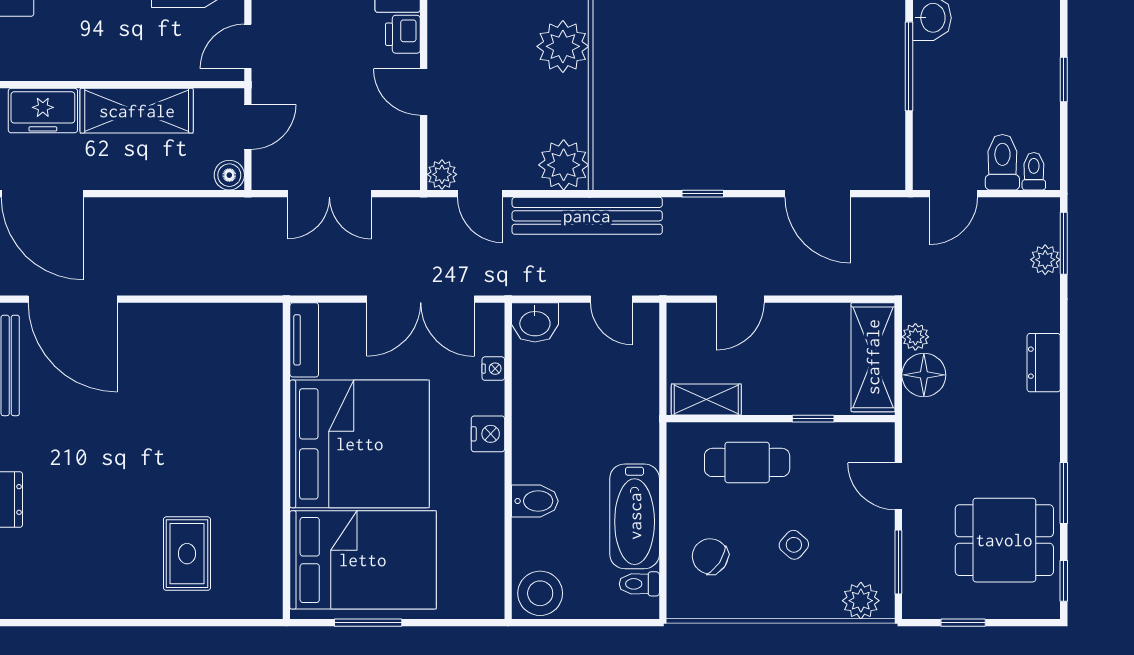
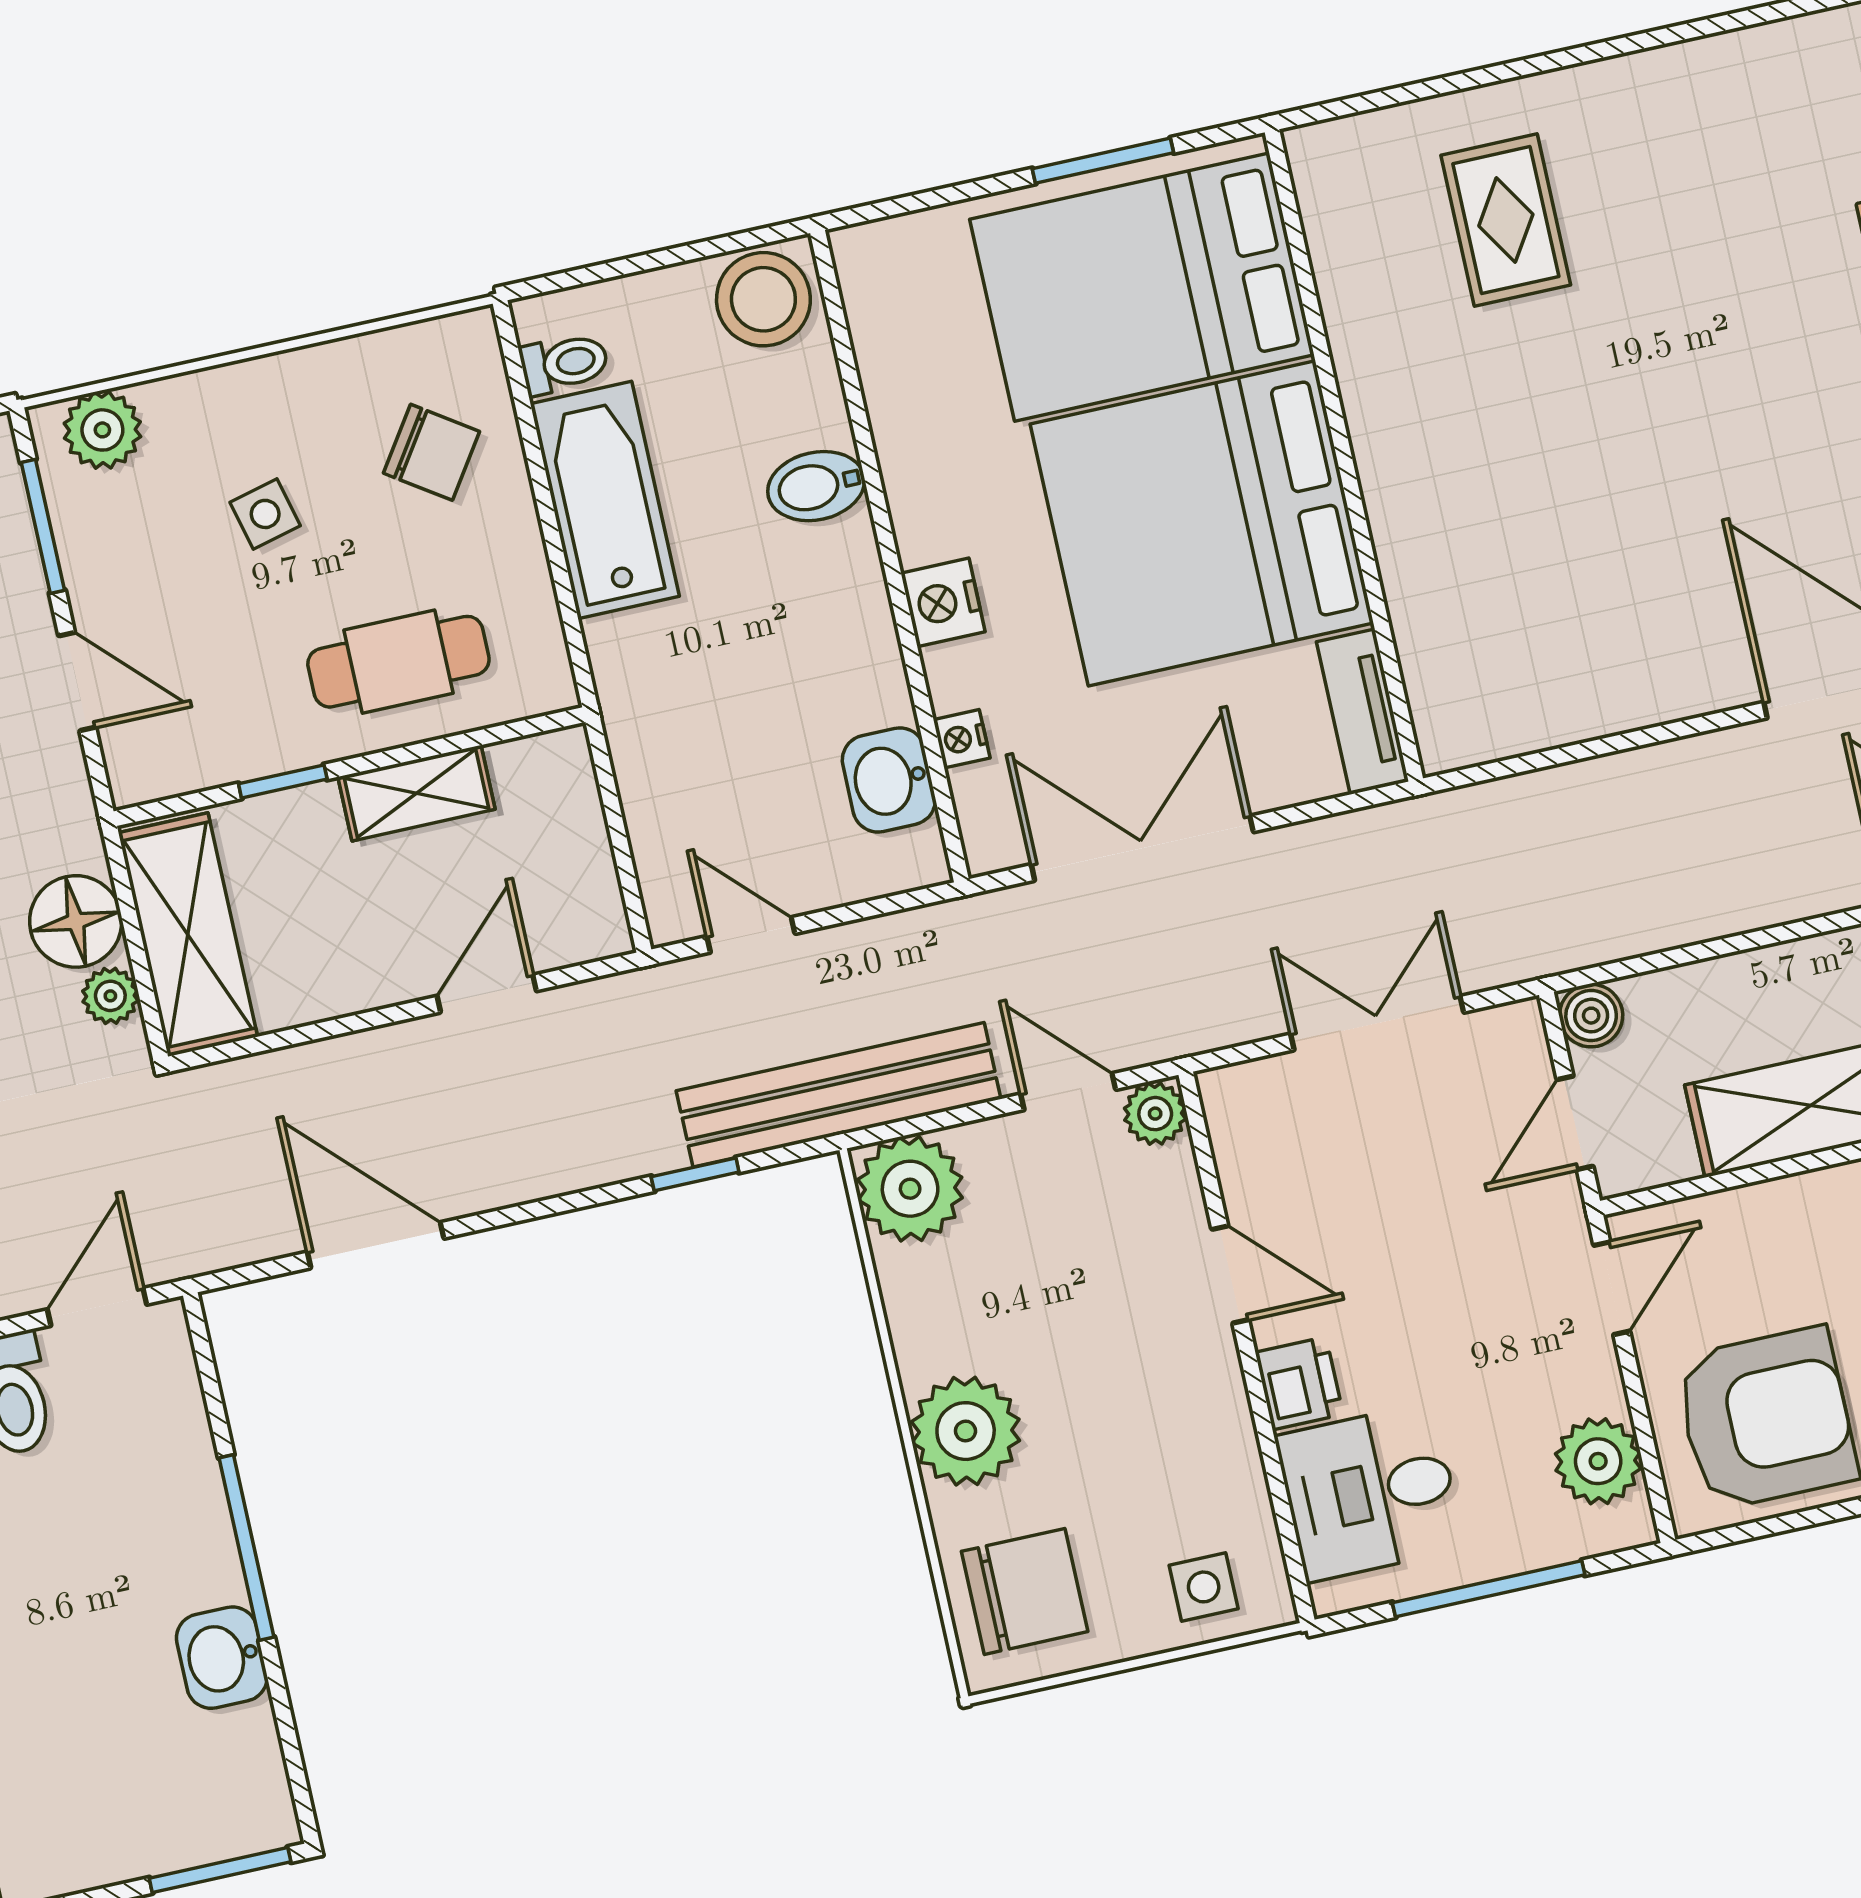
window: (703, 194) -> (695, 1174), moved
washbasin: (535, 322) -> (889, 780), moved, turned -90
shelving: (706, 399) -> (416, 793), moved
side table: (794, 545) -> (265, 514), turned 35

